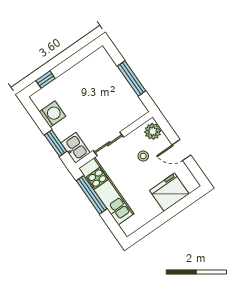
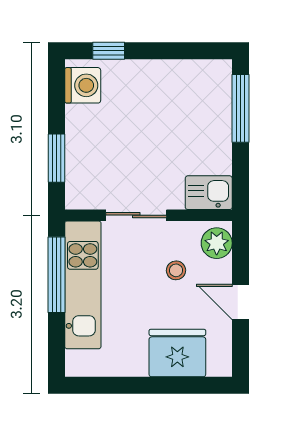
window: (132, 78) -> (240, 108), moved
washing machine: (53, 114) -> (83, 85), moved
kitchen sink: (76, 148) -> (209, 193), moved, turned -90

